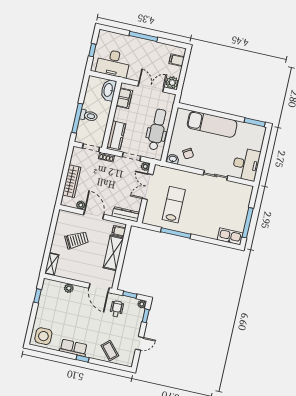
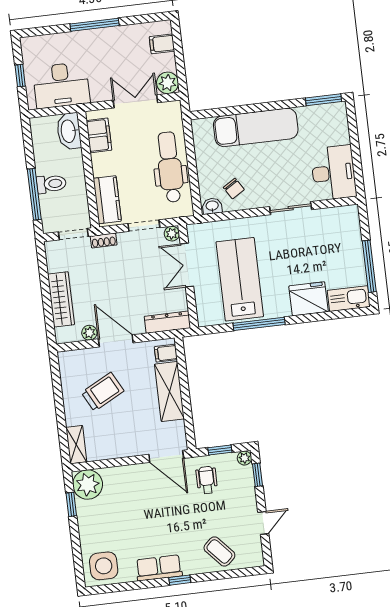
lab bench: (174, 205) -> (240, 279), width x1.36, depth x1.39
fridge: (208, 229) -> (309, 299), added
plant: (69, 288) -> (88, 484), moved, width x1.88, depth x1.88

